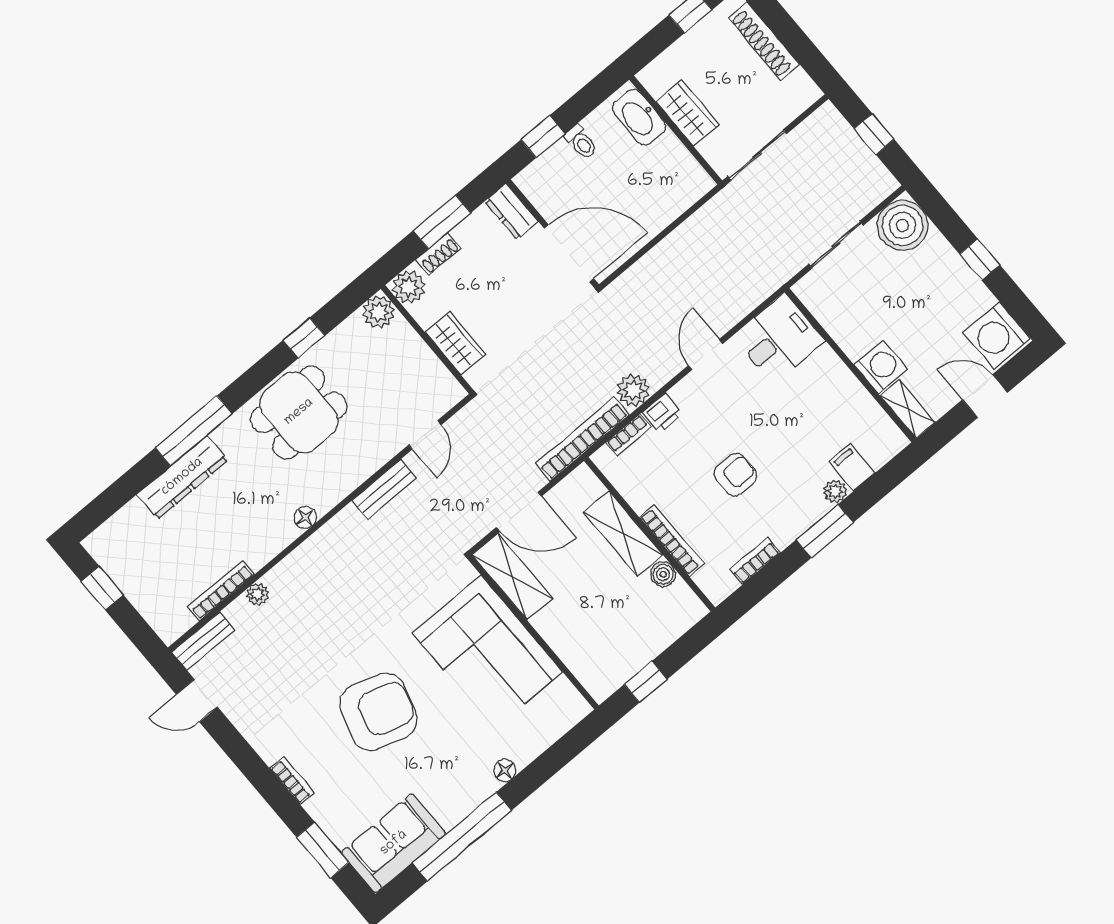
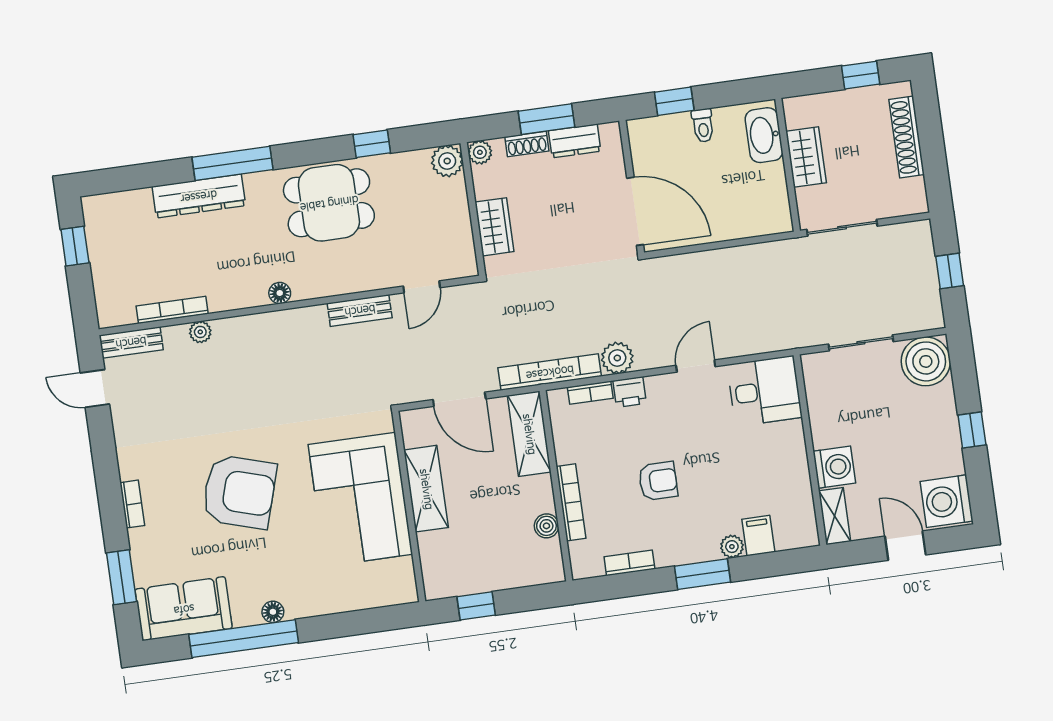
dresser: (511, 212) -> (575, 141), moved, turned -90
plant: (409, 287) -> (480, 152), width x0.73, depth x0.73
shelving: (623, 534) -> (529, 434), moved
shelving: (512, 577) -> (426, 489), moved
floor lamp: (505, 770) -> (273, 612), moved

